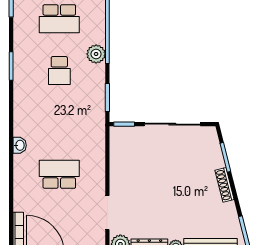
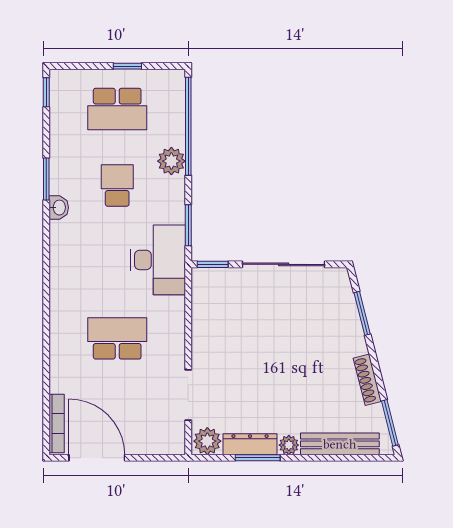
school desk: (59, 71) -> (117, 185), turned 180
desk: (87, 121) -> (158, 260), added
washbasin: (20, 145) -> (59, 208), moved
shoe rack: (225, 185) -> (367, 380), moved

